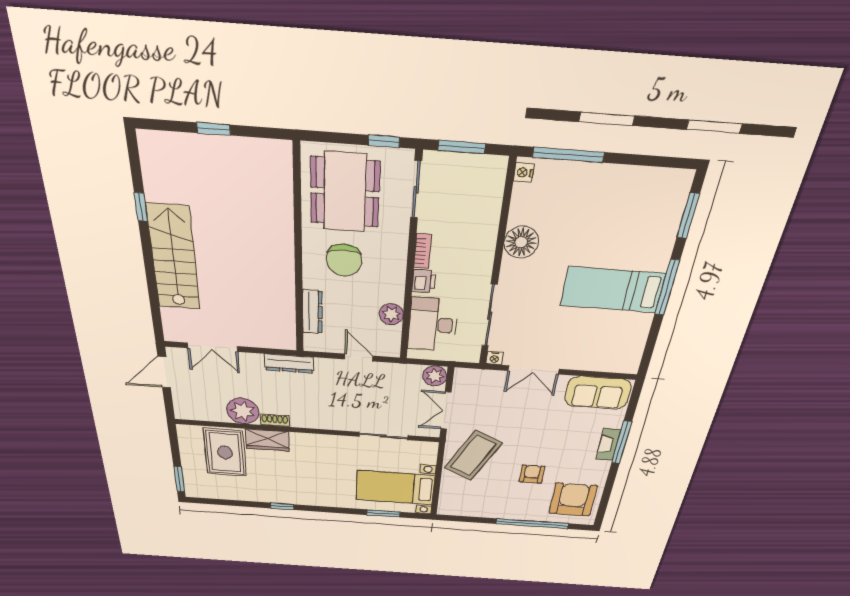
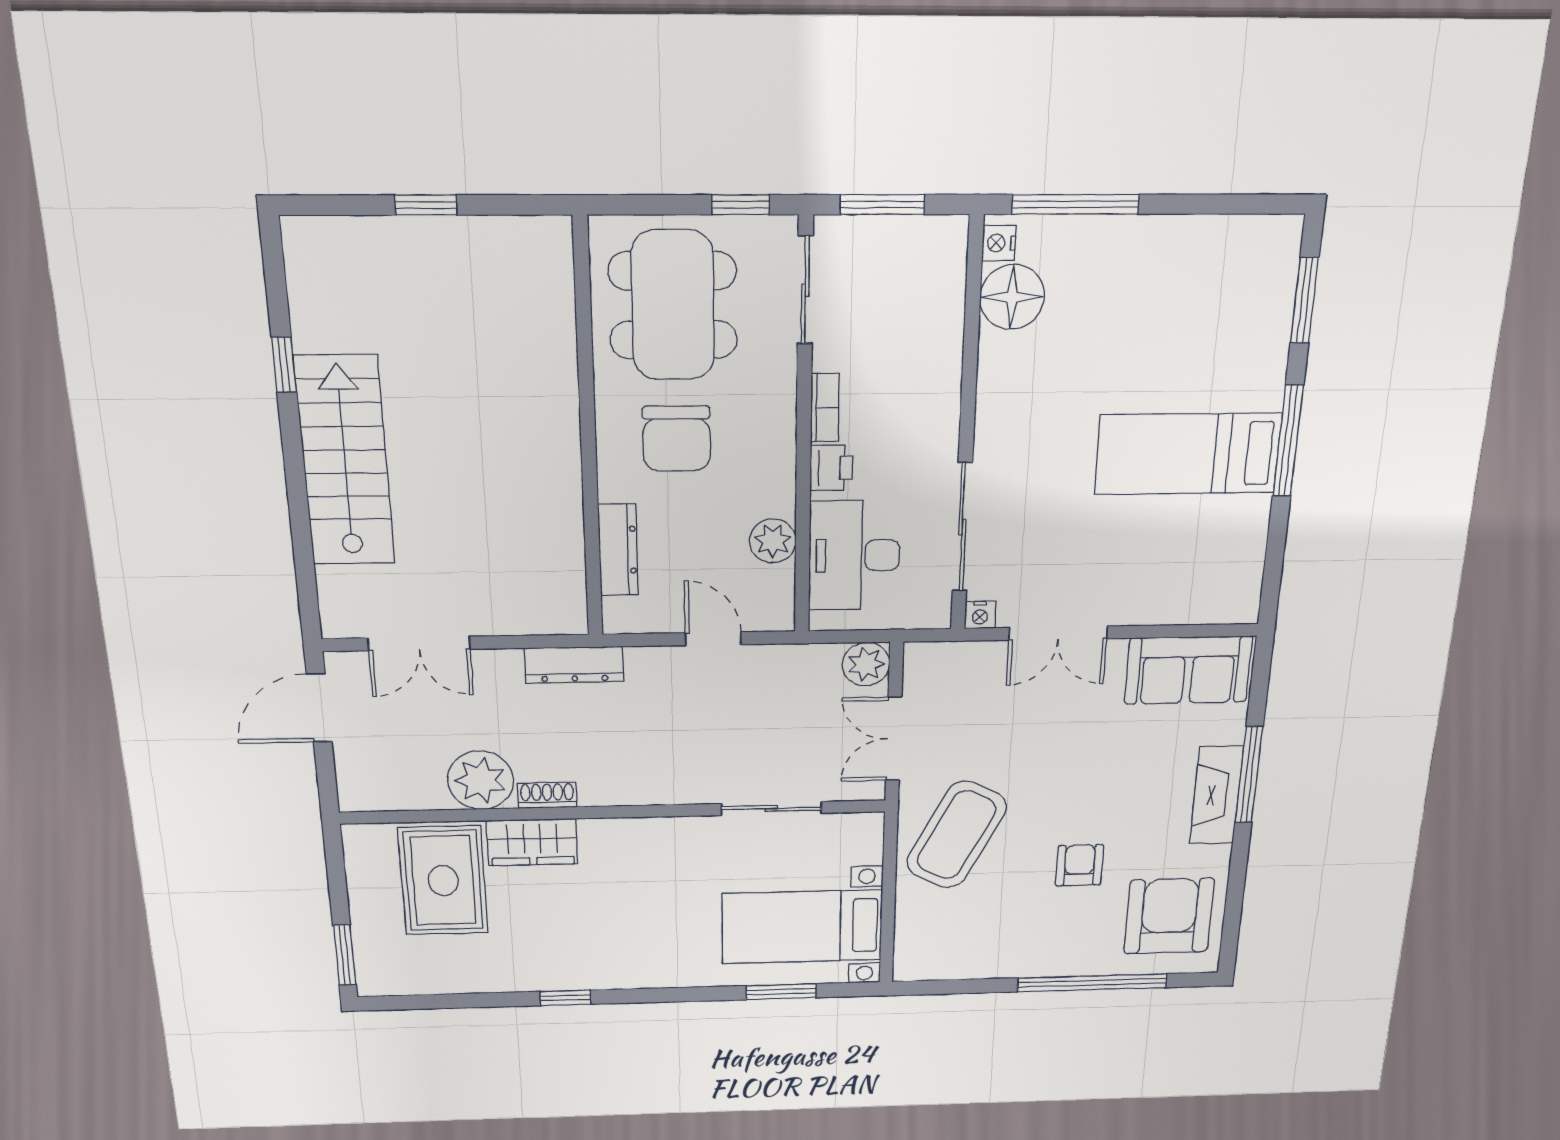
floor lamp: (521, 242) -> (1012, 297), moved
fireplace: (608, 444) -> (1217, 795), width x1.37, depth x1.32

